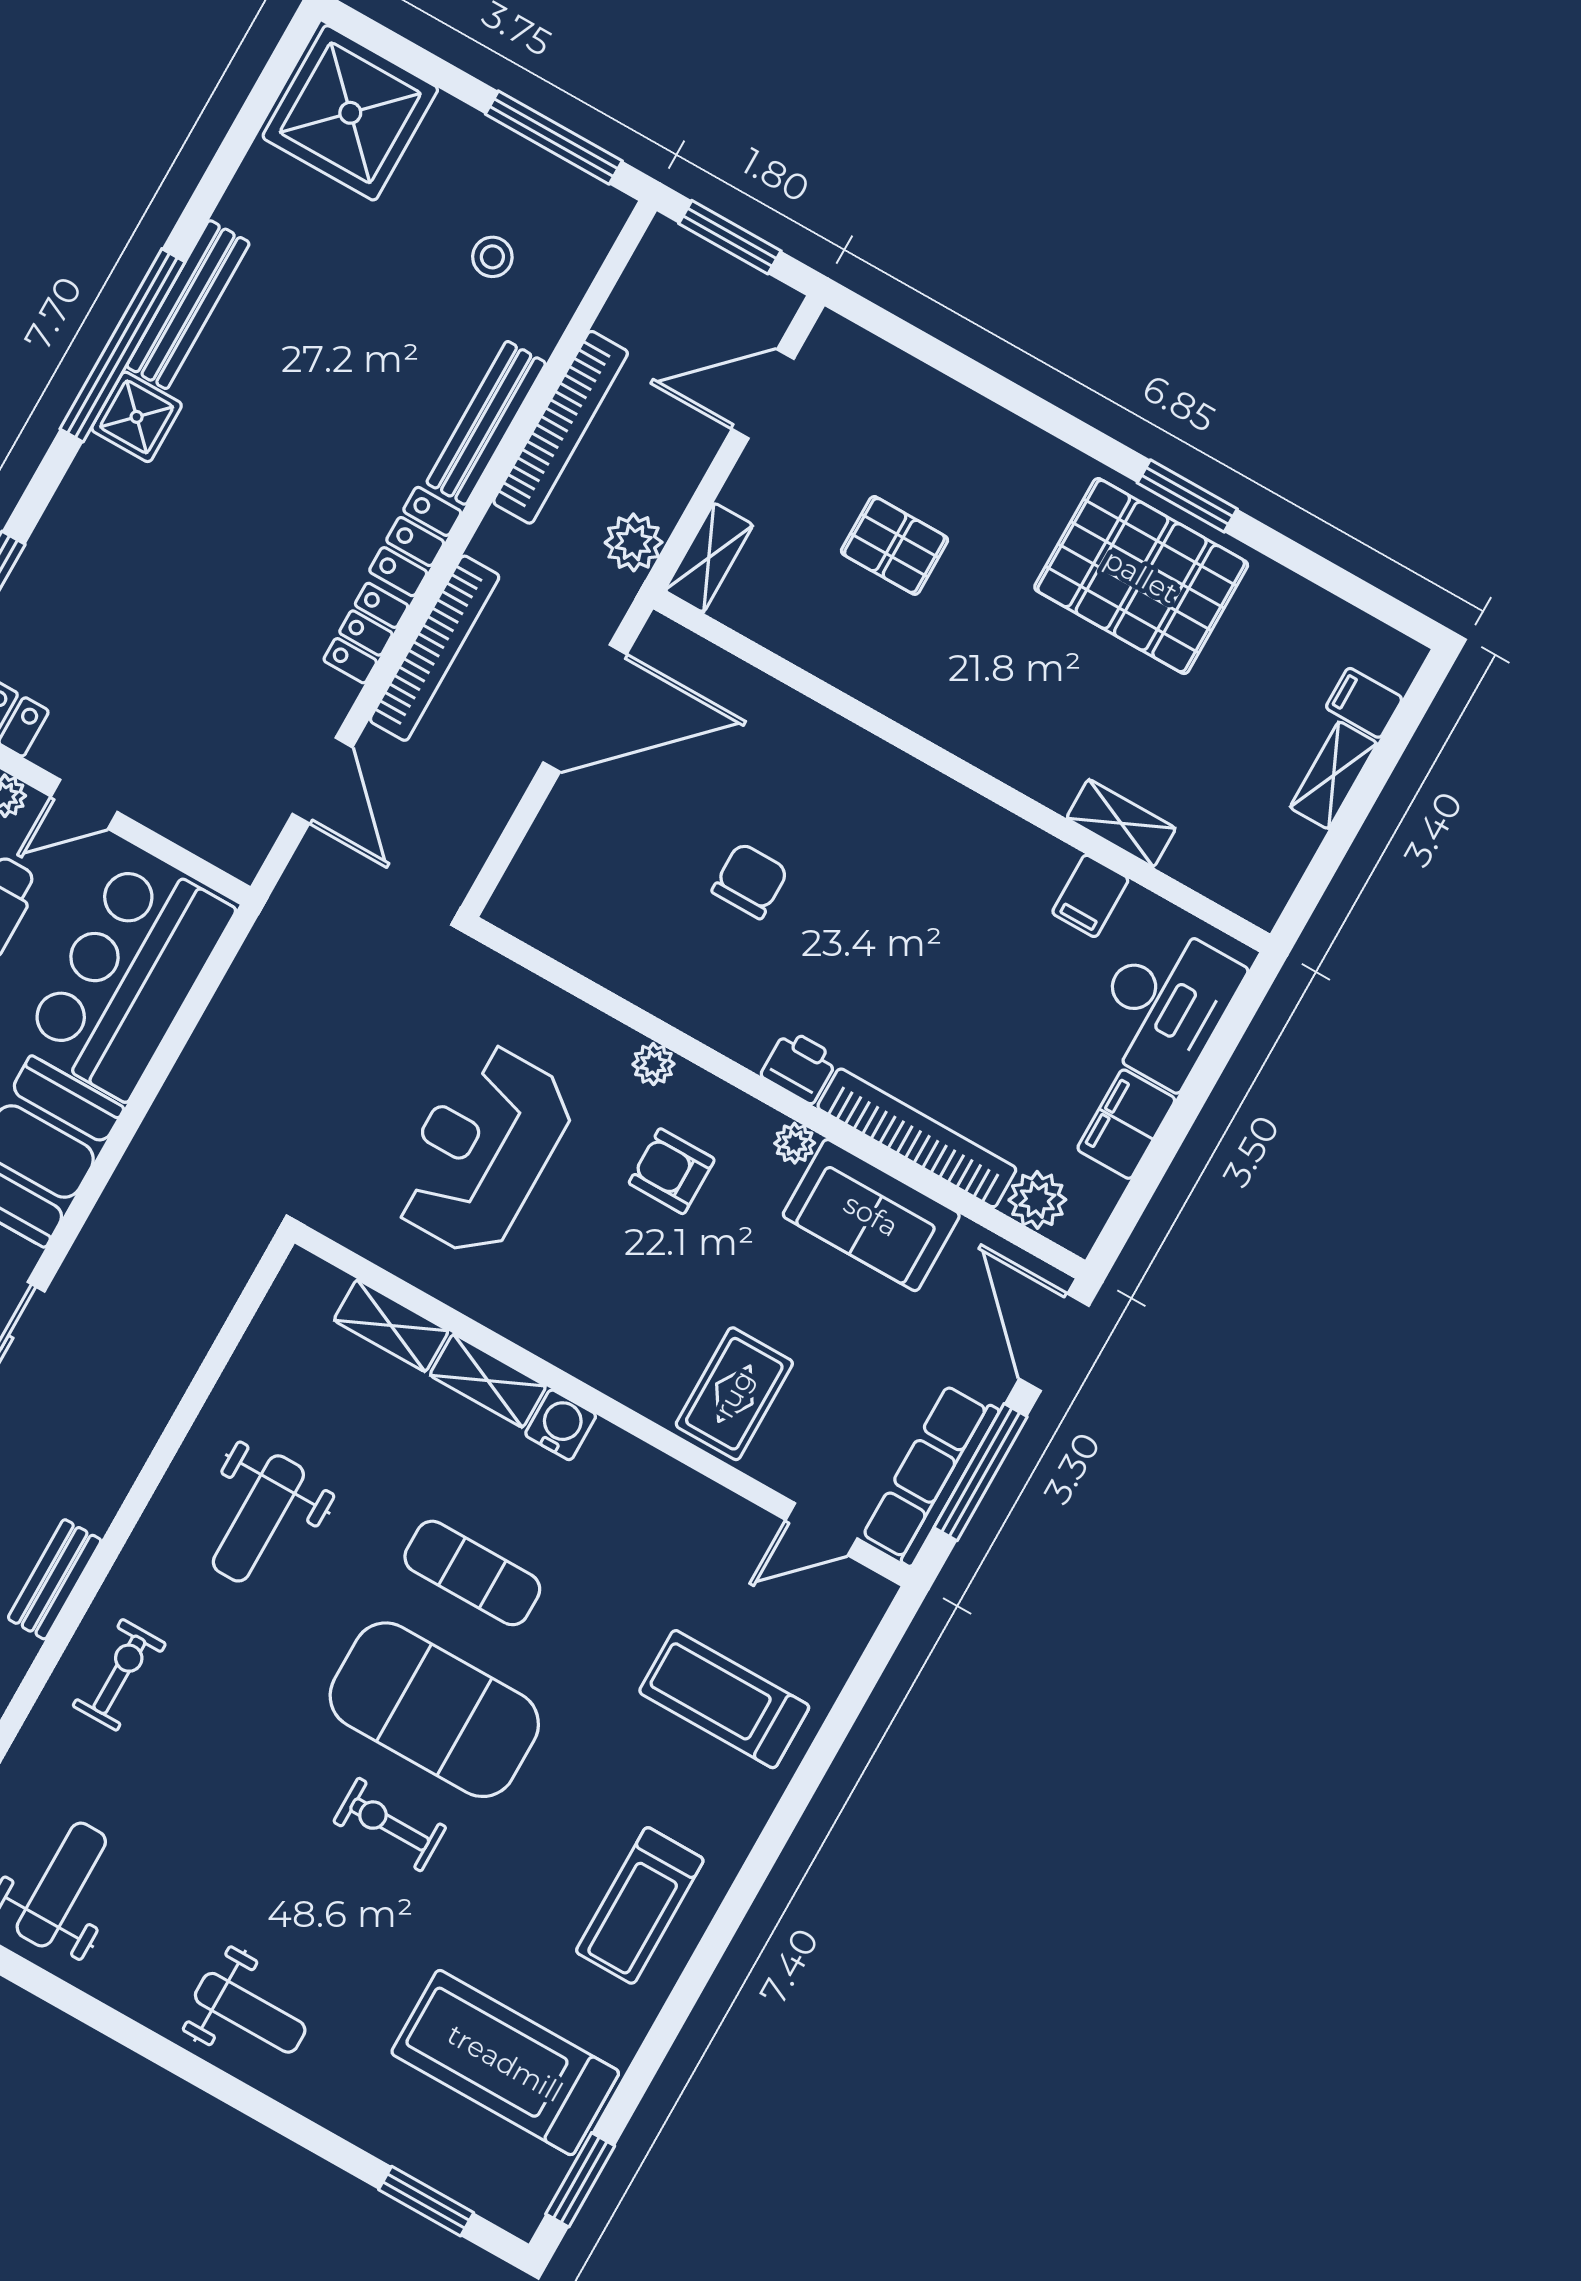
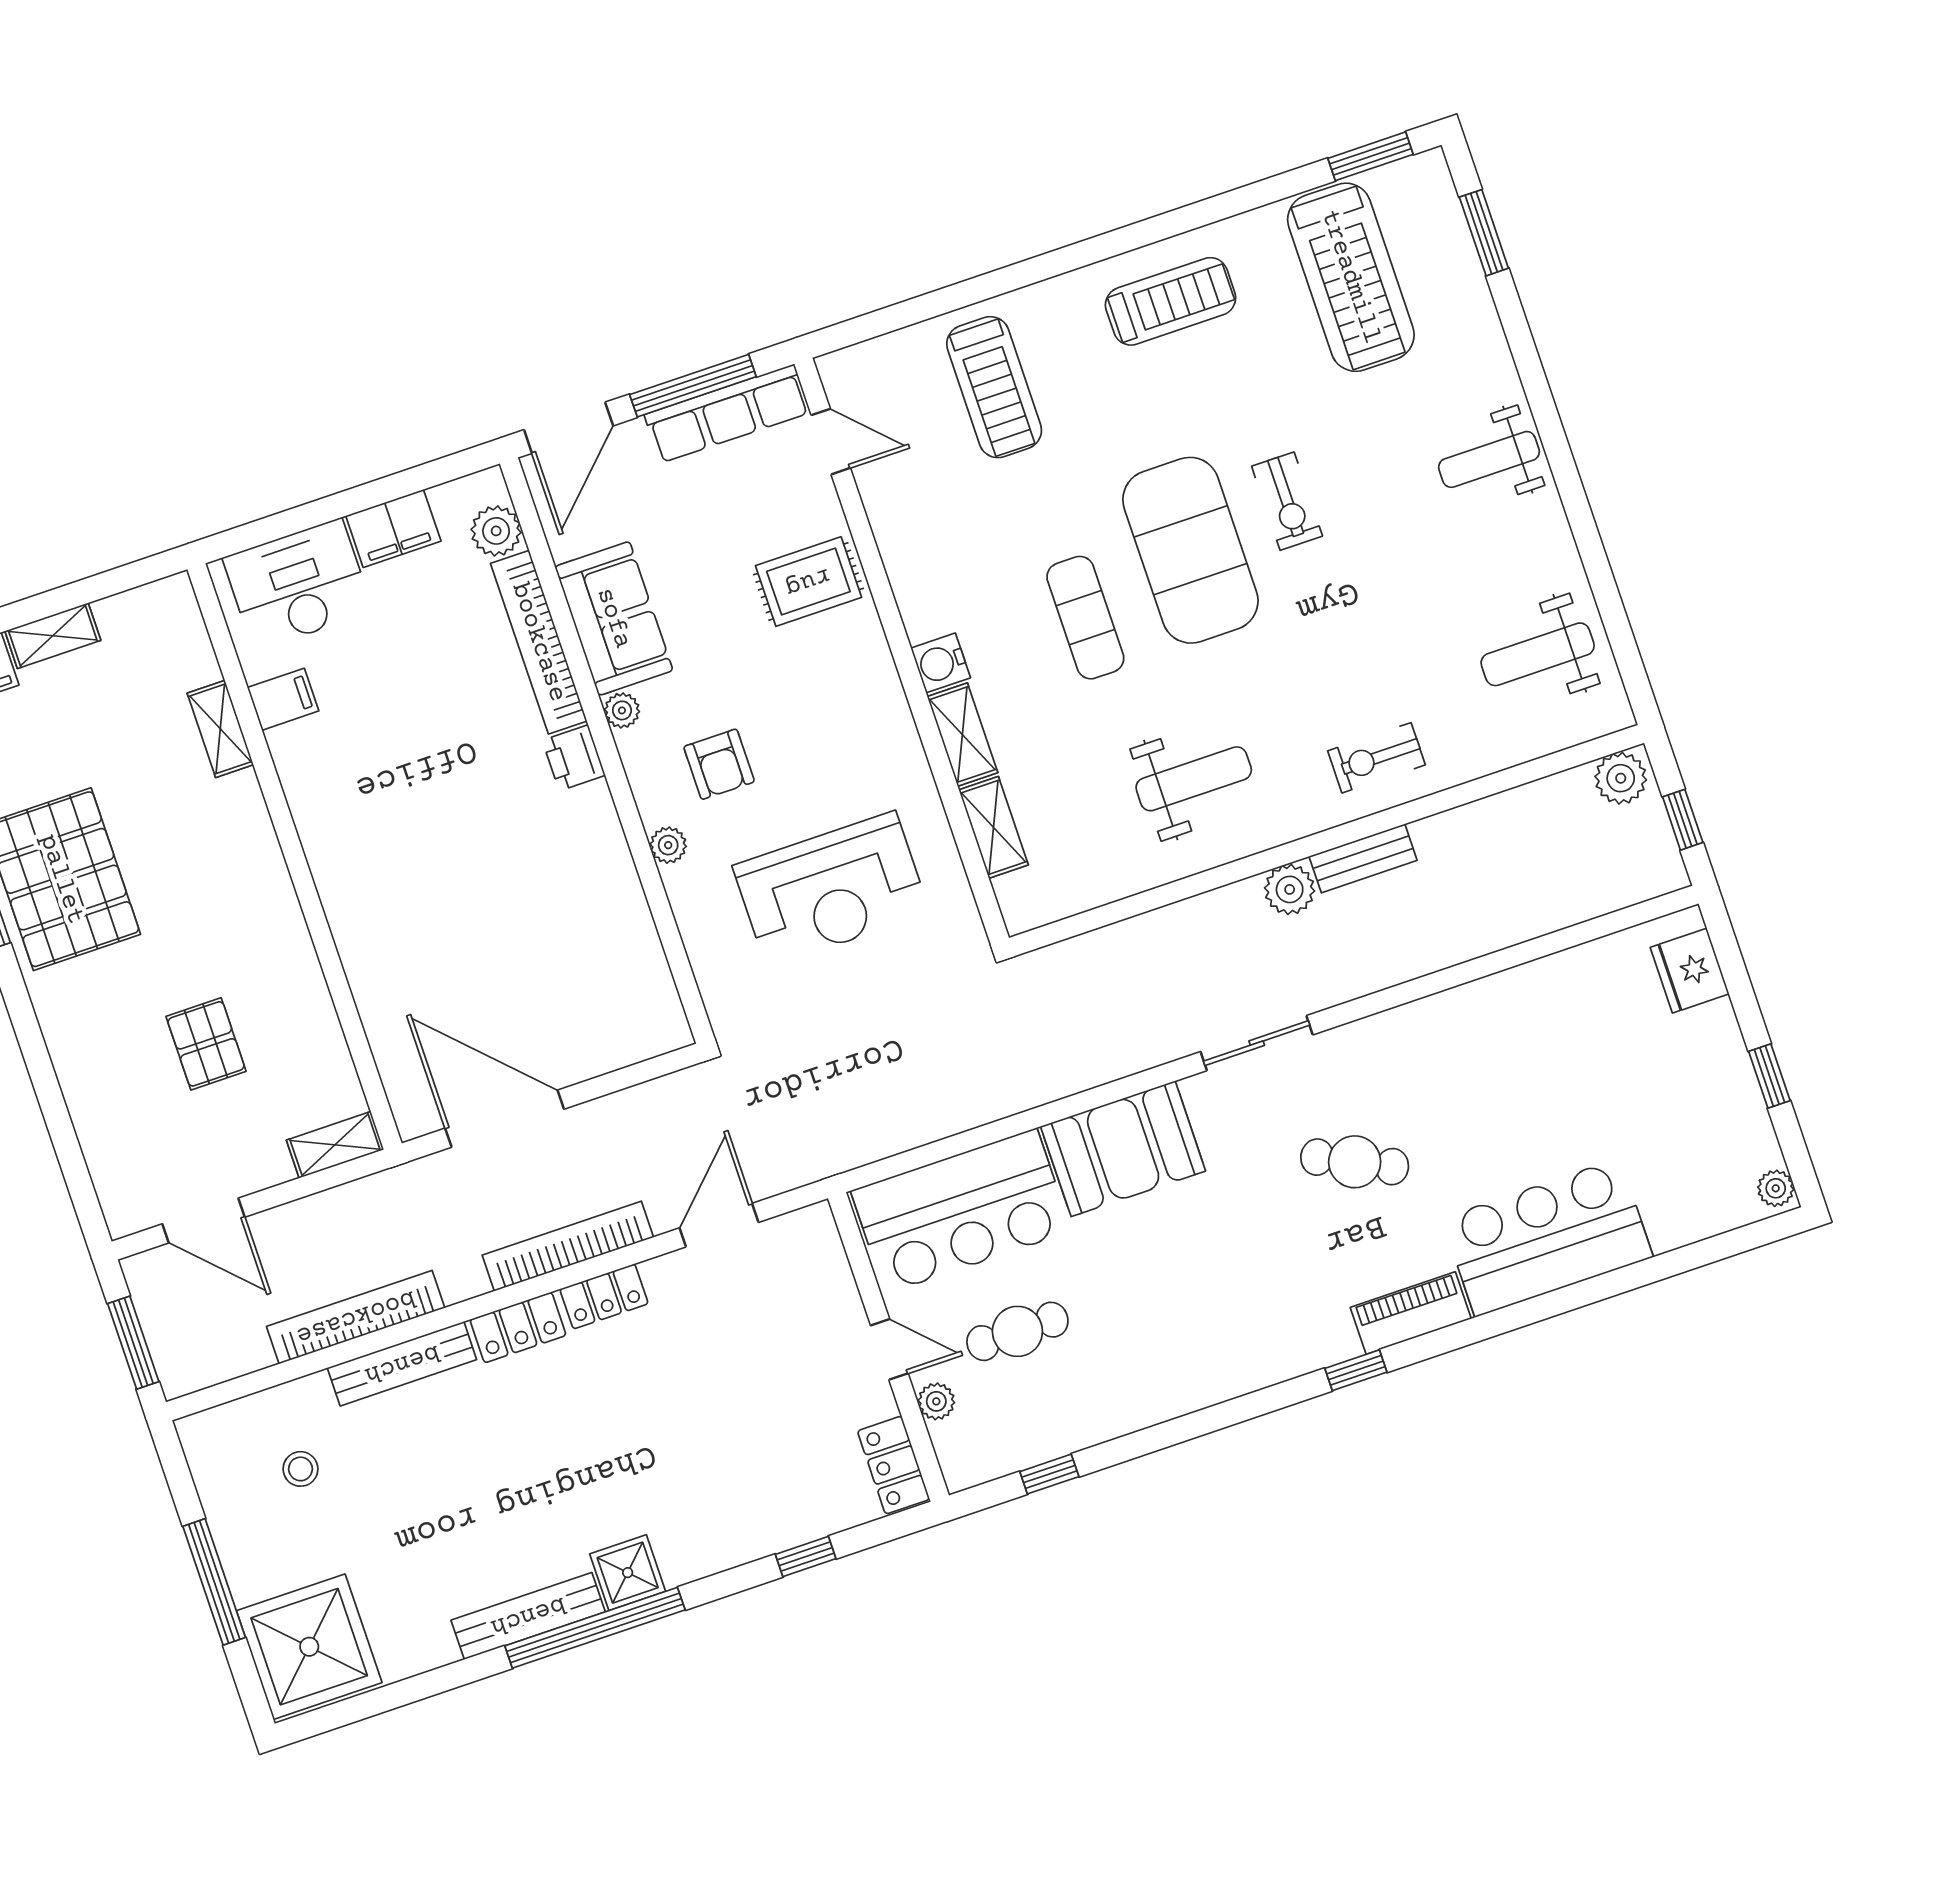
window: (554, 138) -> (214, 1582), moved
plant: (634, 542) -> (1290, 889), moved
chair: (750, 881) -> (497, 909), removed
weight bench: (250, 2013) -> (1489, 459), turned -90

